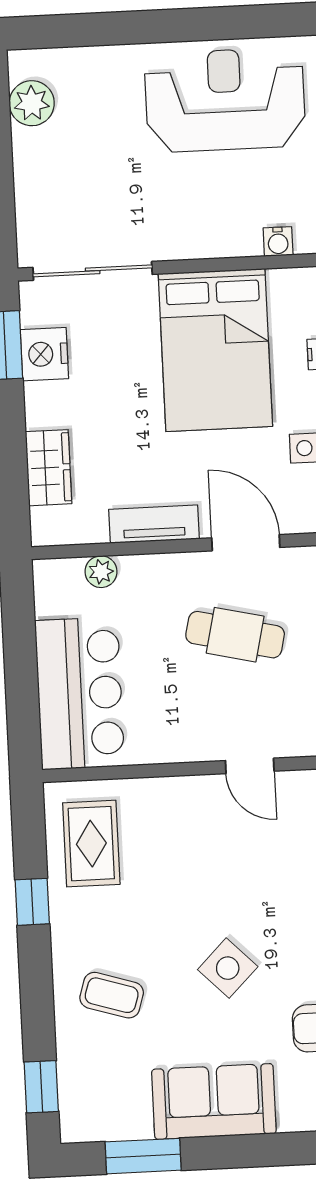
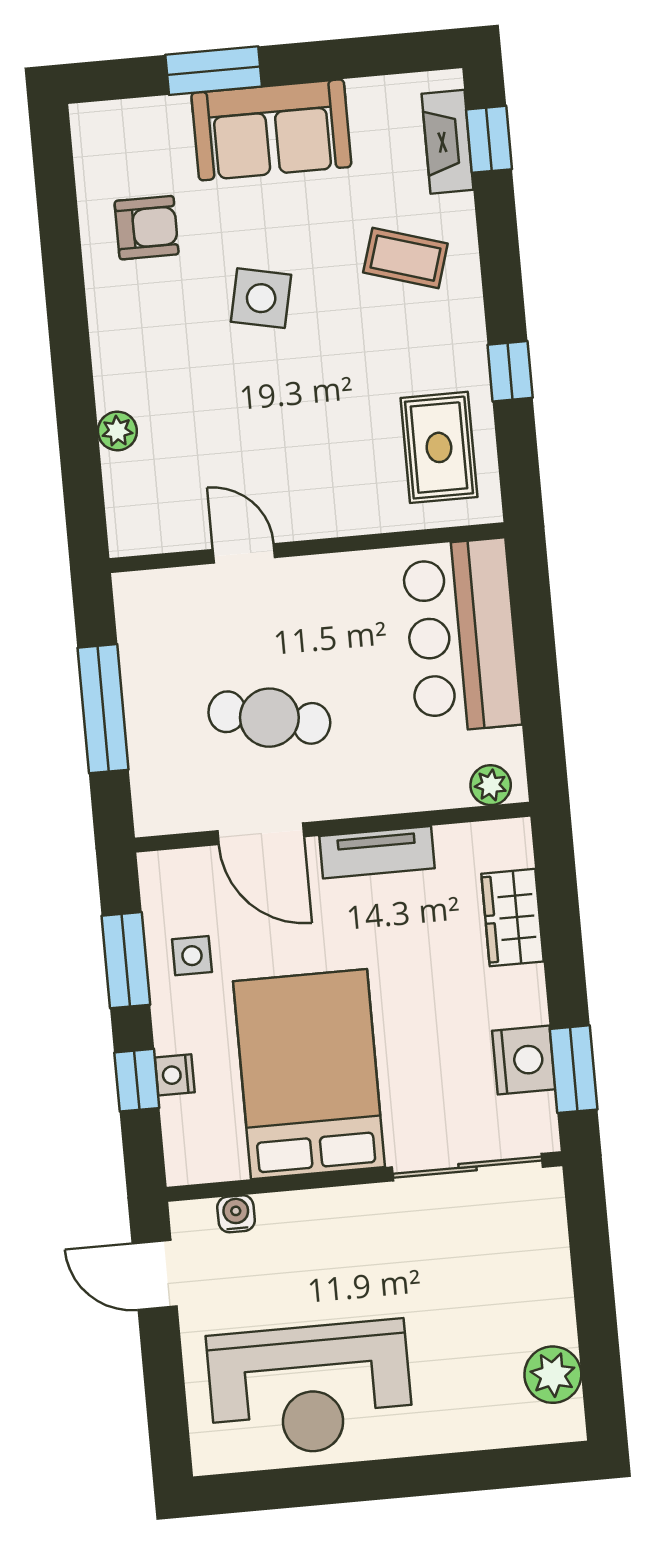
plant: (101, 572) -> (491, 785), moved
side table: (228, 968) -> (261, 298), turned -33
fireplace: (74, 1086) -> (448, 142), added
window: (143, 1156) -> (214, 71), moved

